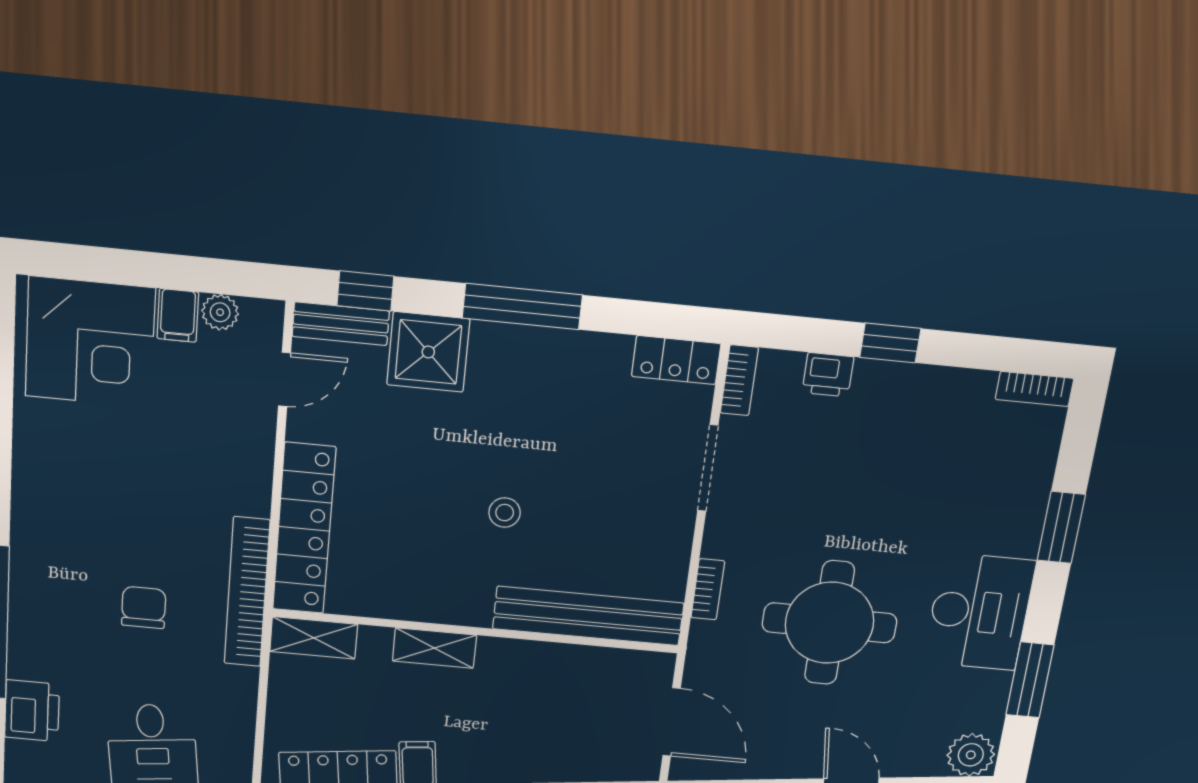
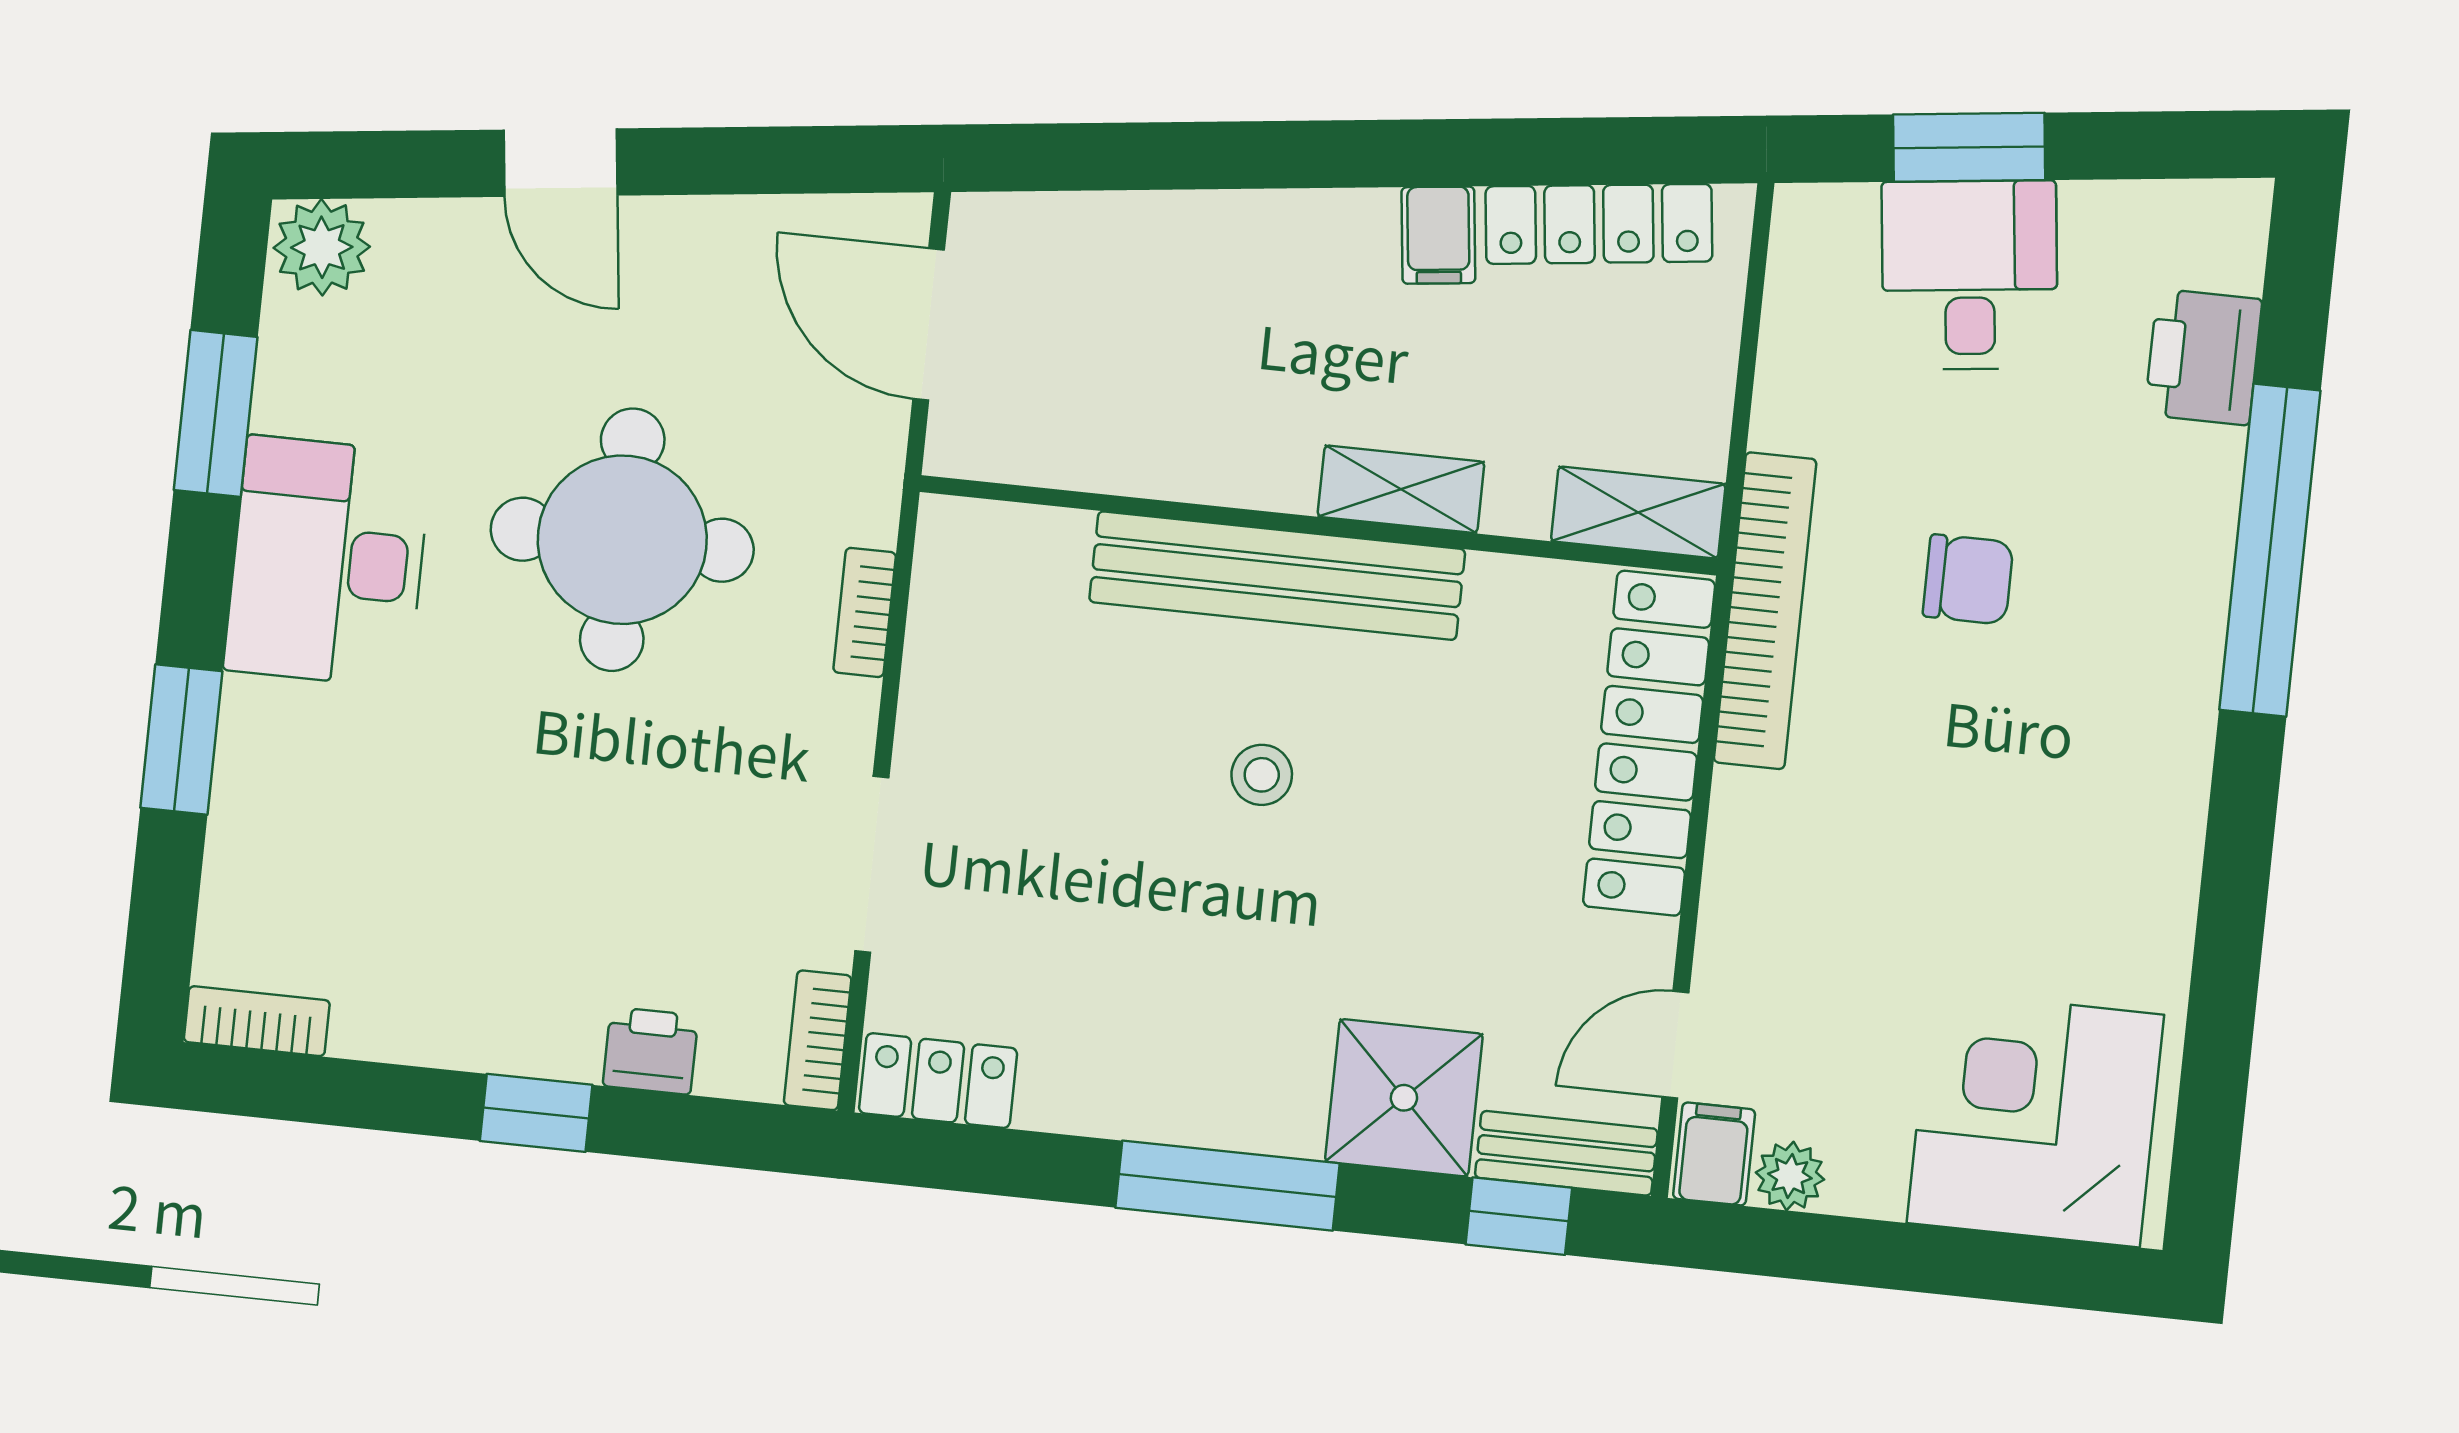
filing cabinet: (178, 315) -> (1714, 1154), moved
chair: (144, 607) -> (1968, 579), turned -90
bench: (588, 616) -> (1277, 576), moved

